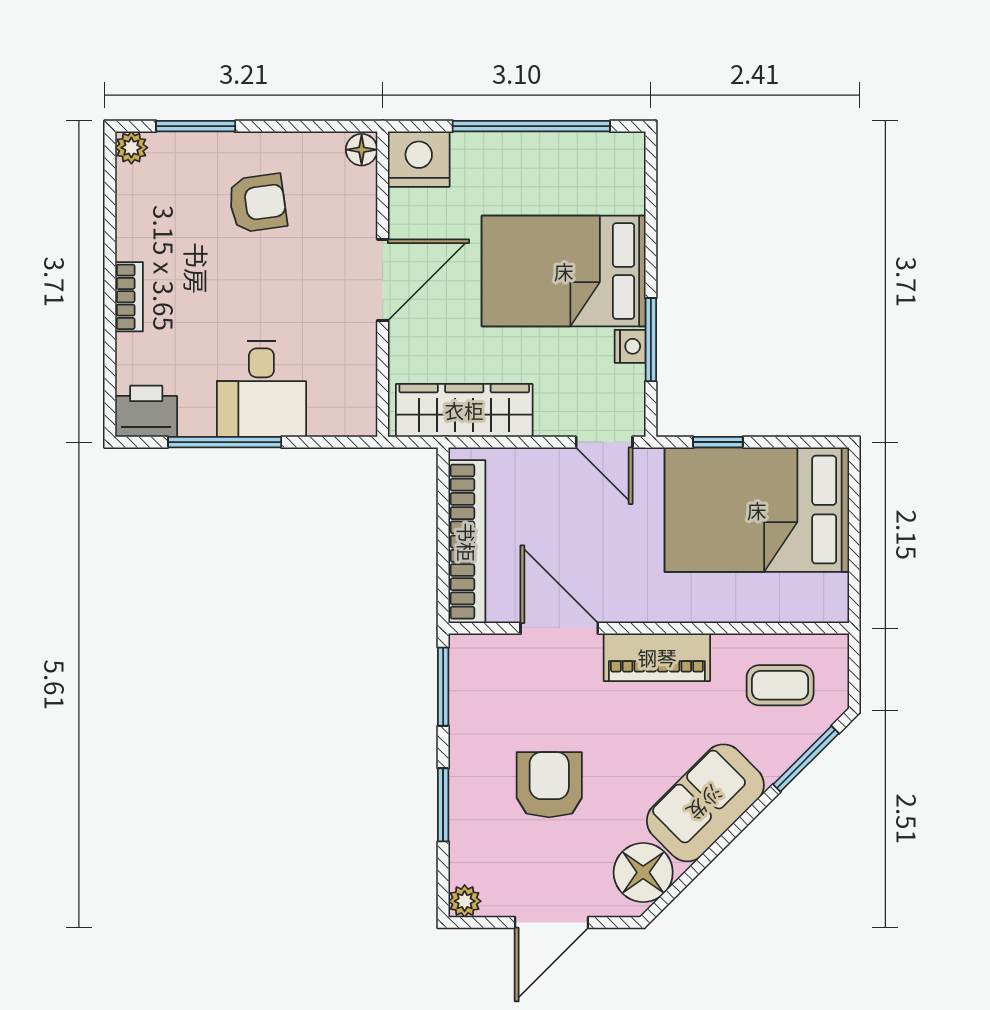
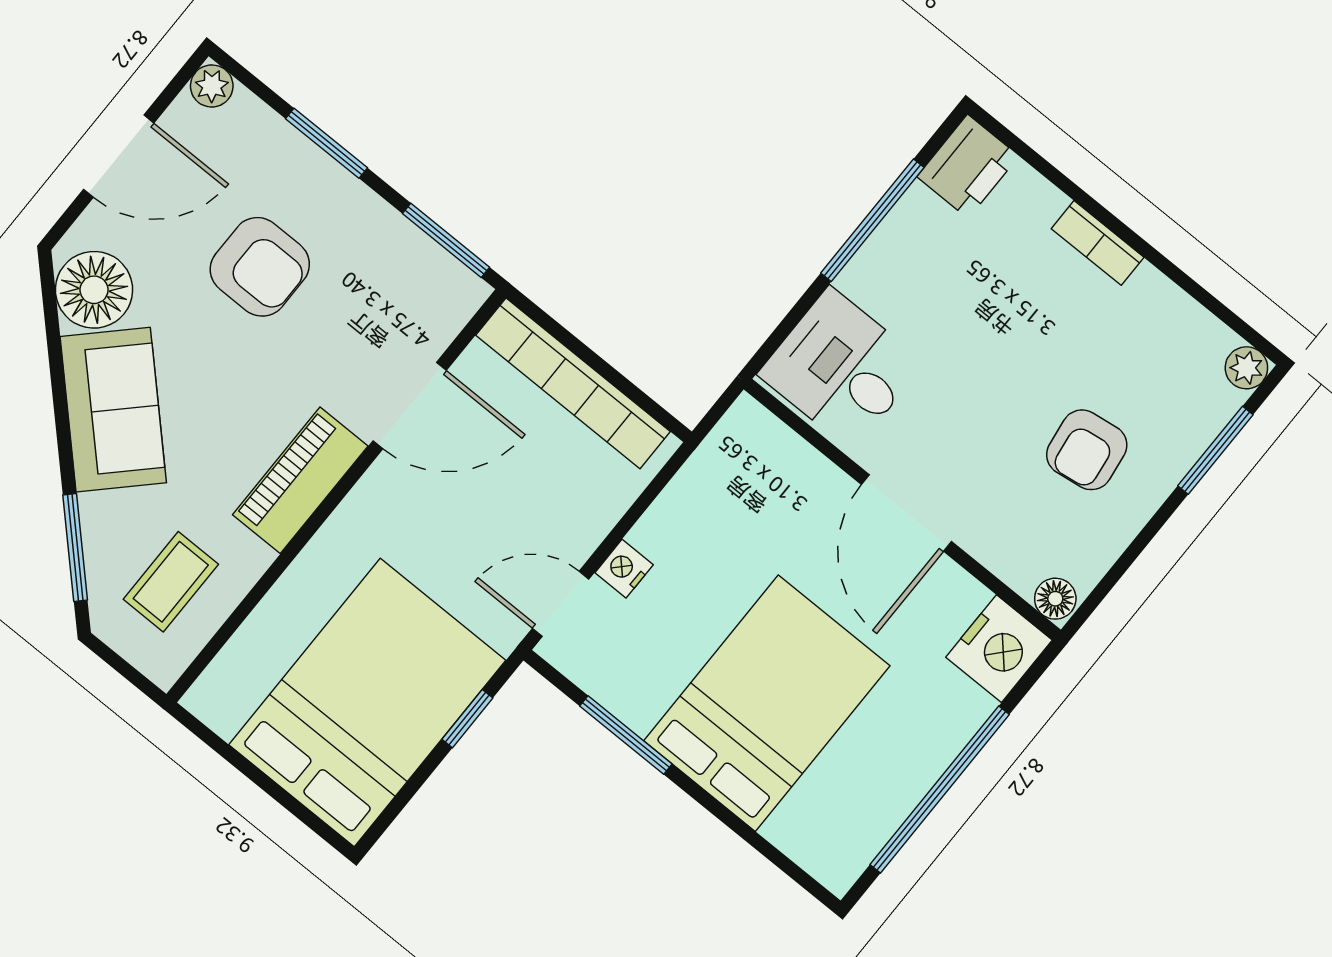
nightstand: (630, 346) -> (624, 569), moved, turned 90
desk: (261, 389) -> (841, 369), moved
wardrobe: (464, 410) -> (708, 488), removed
door: (552, 922) -> (119, 156), swing flipped

